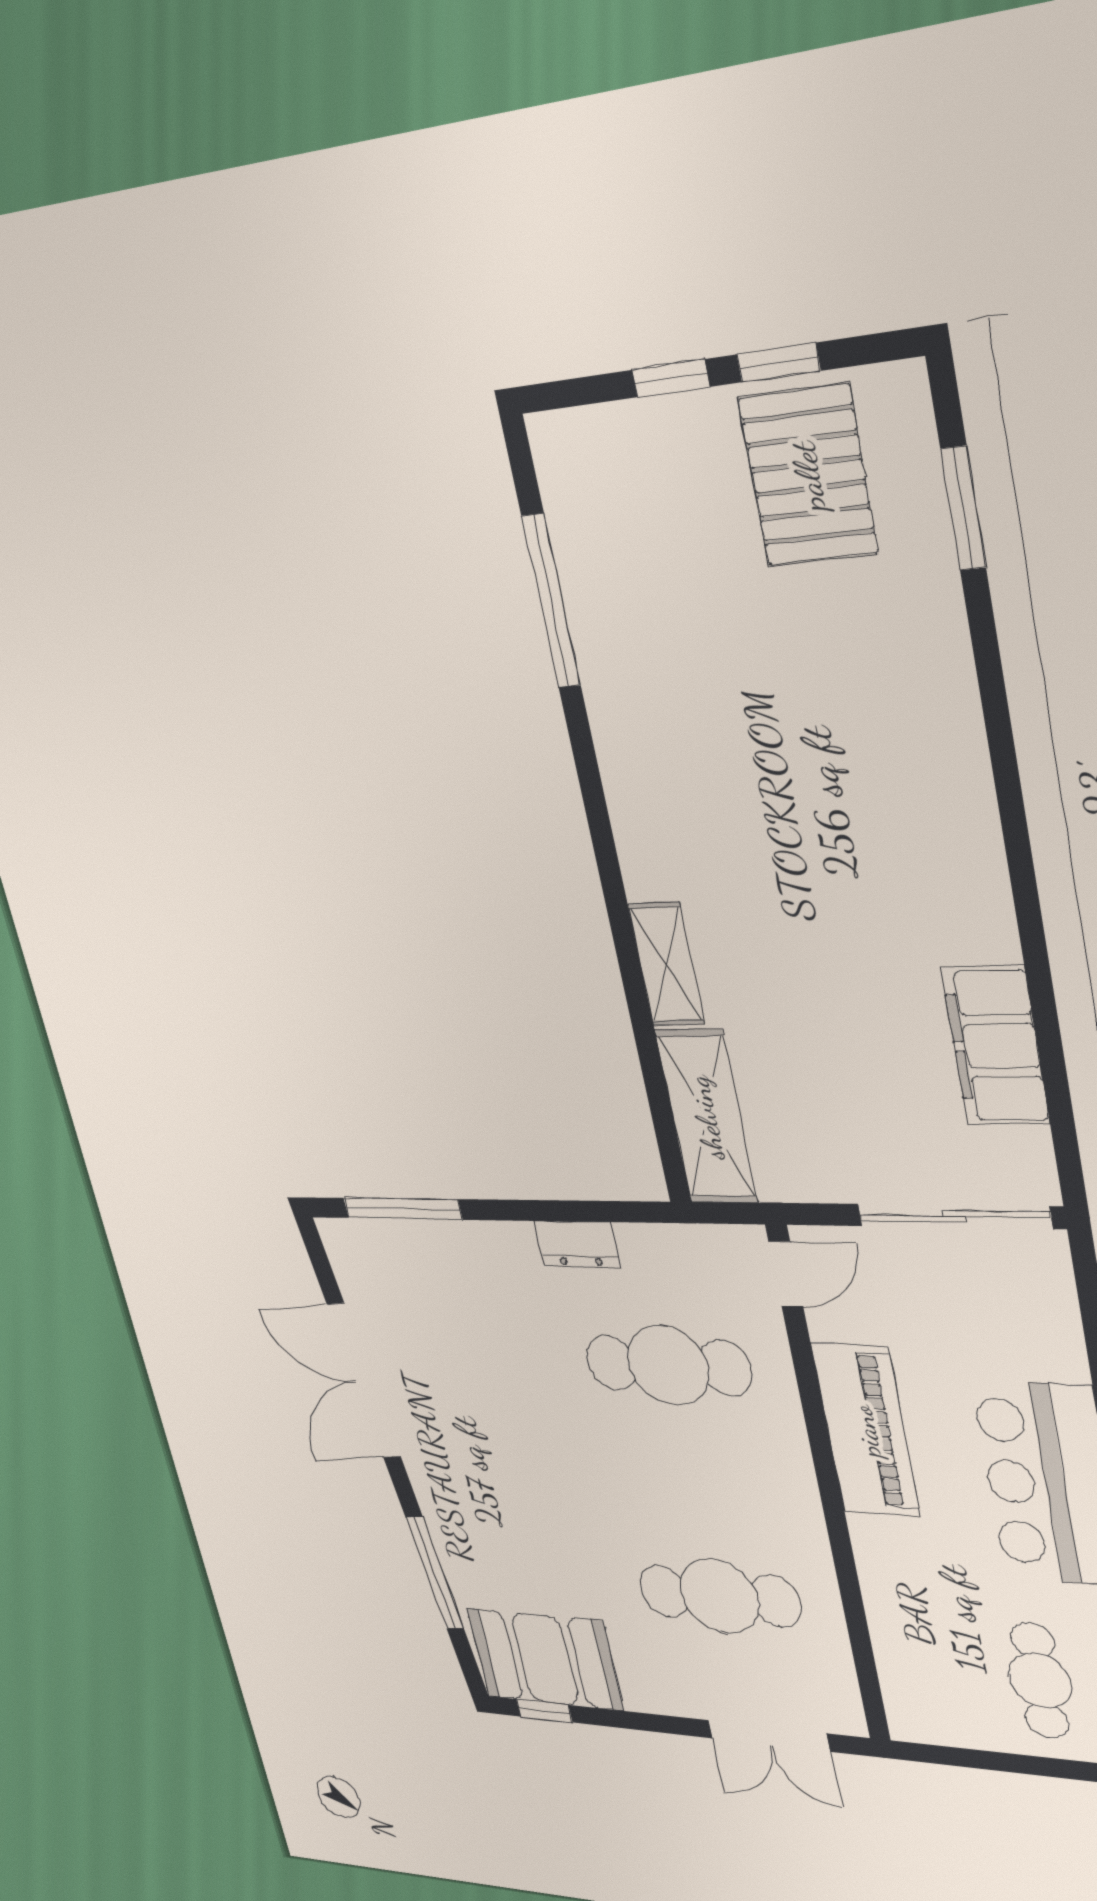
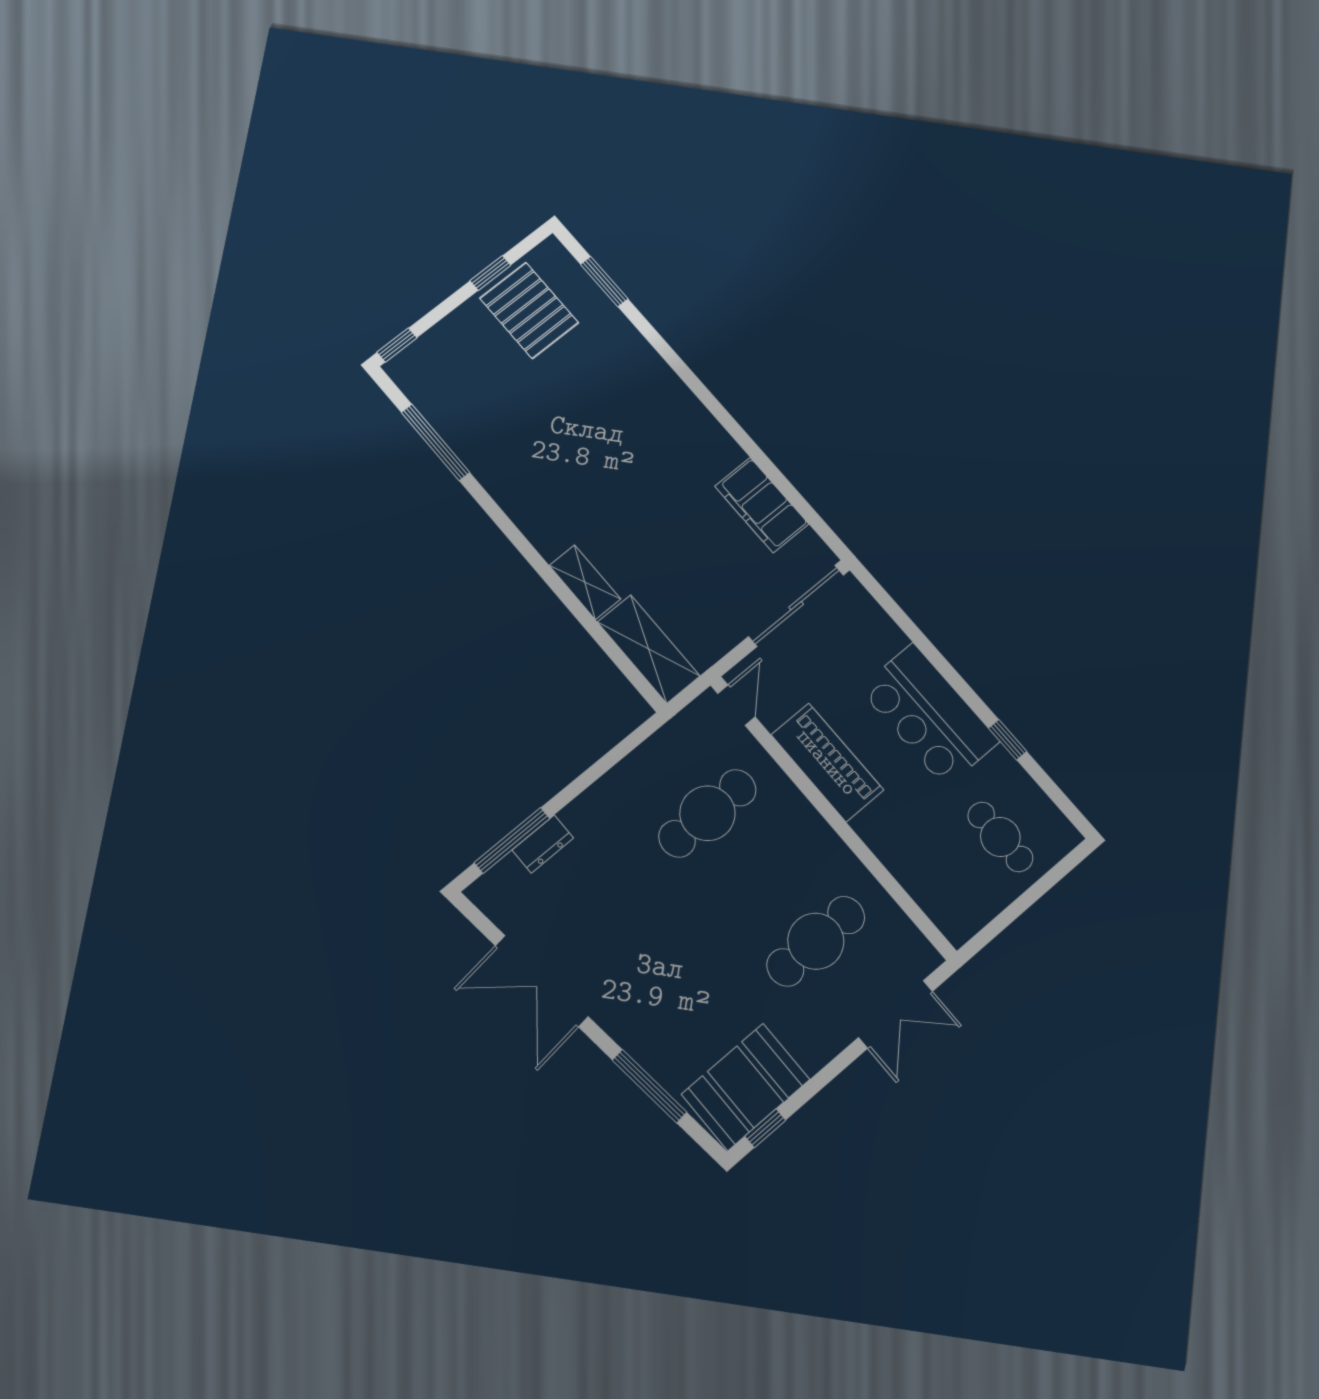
window: (671, 378) -> (397, 345), moved
dresser: (577, 1244) -> (543, 844), moved

